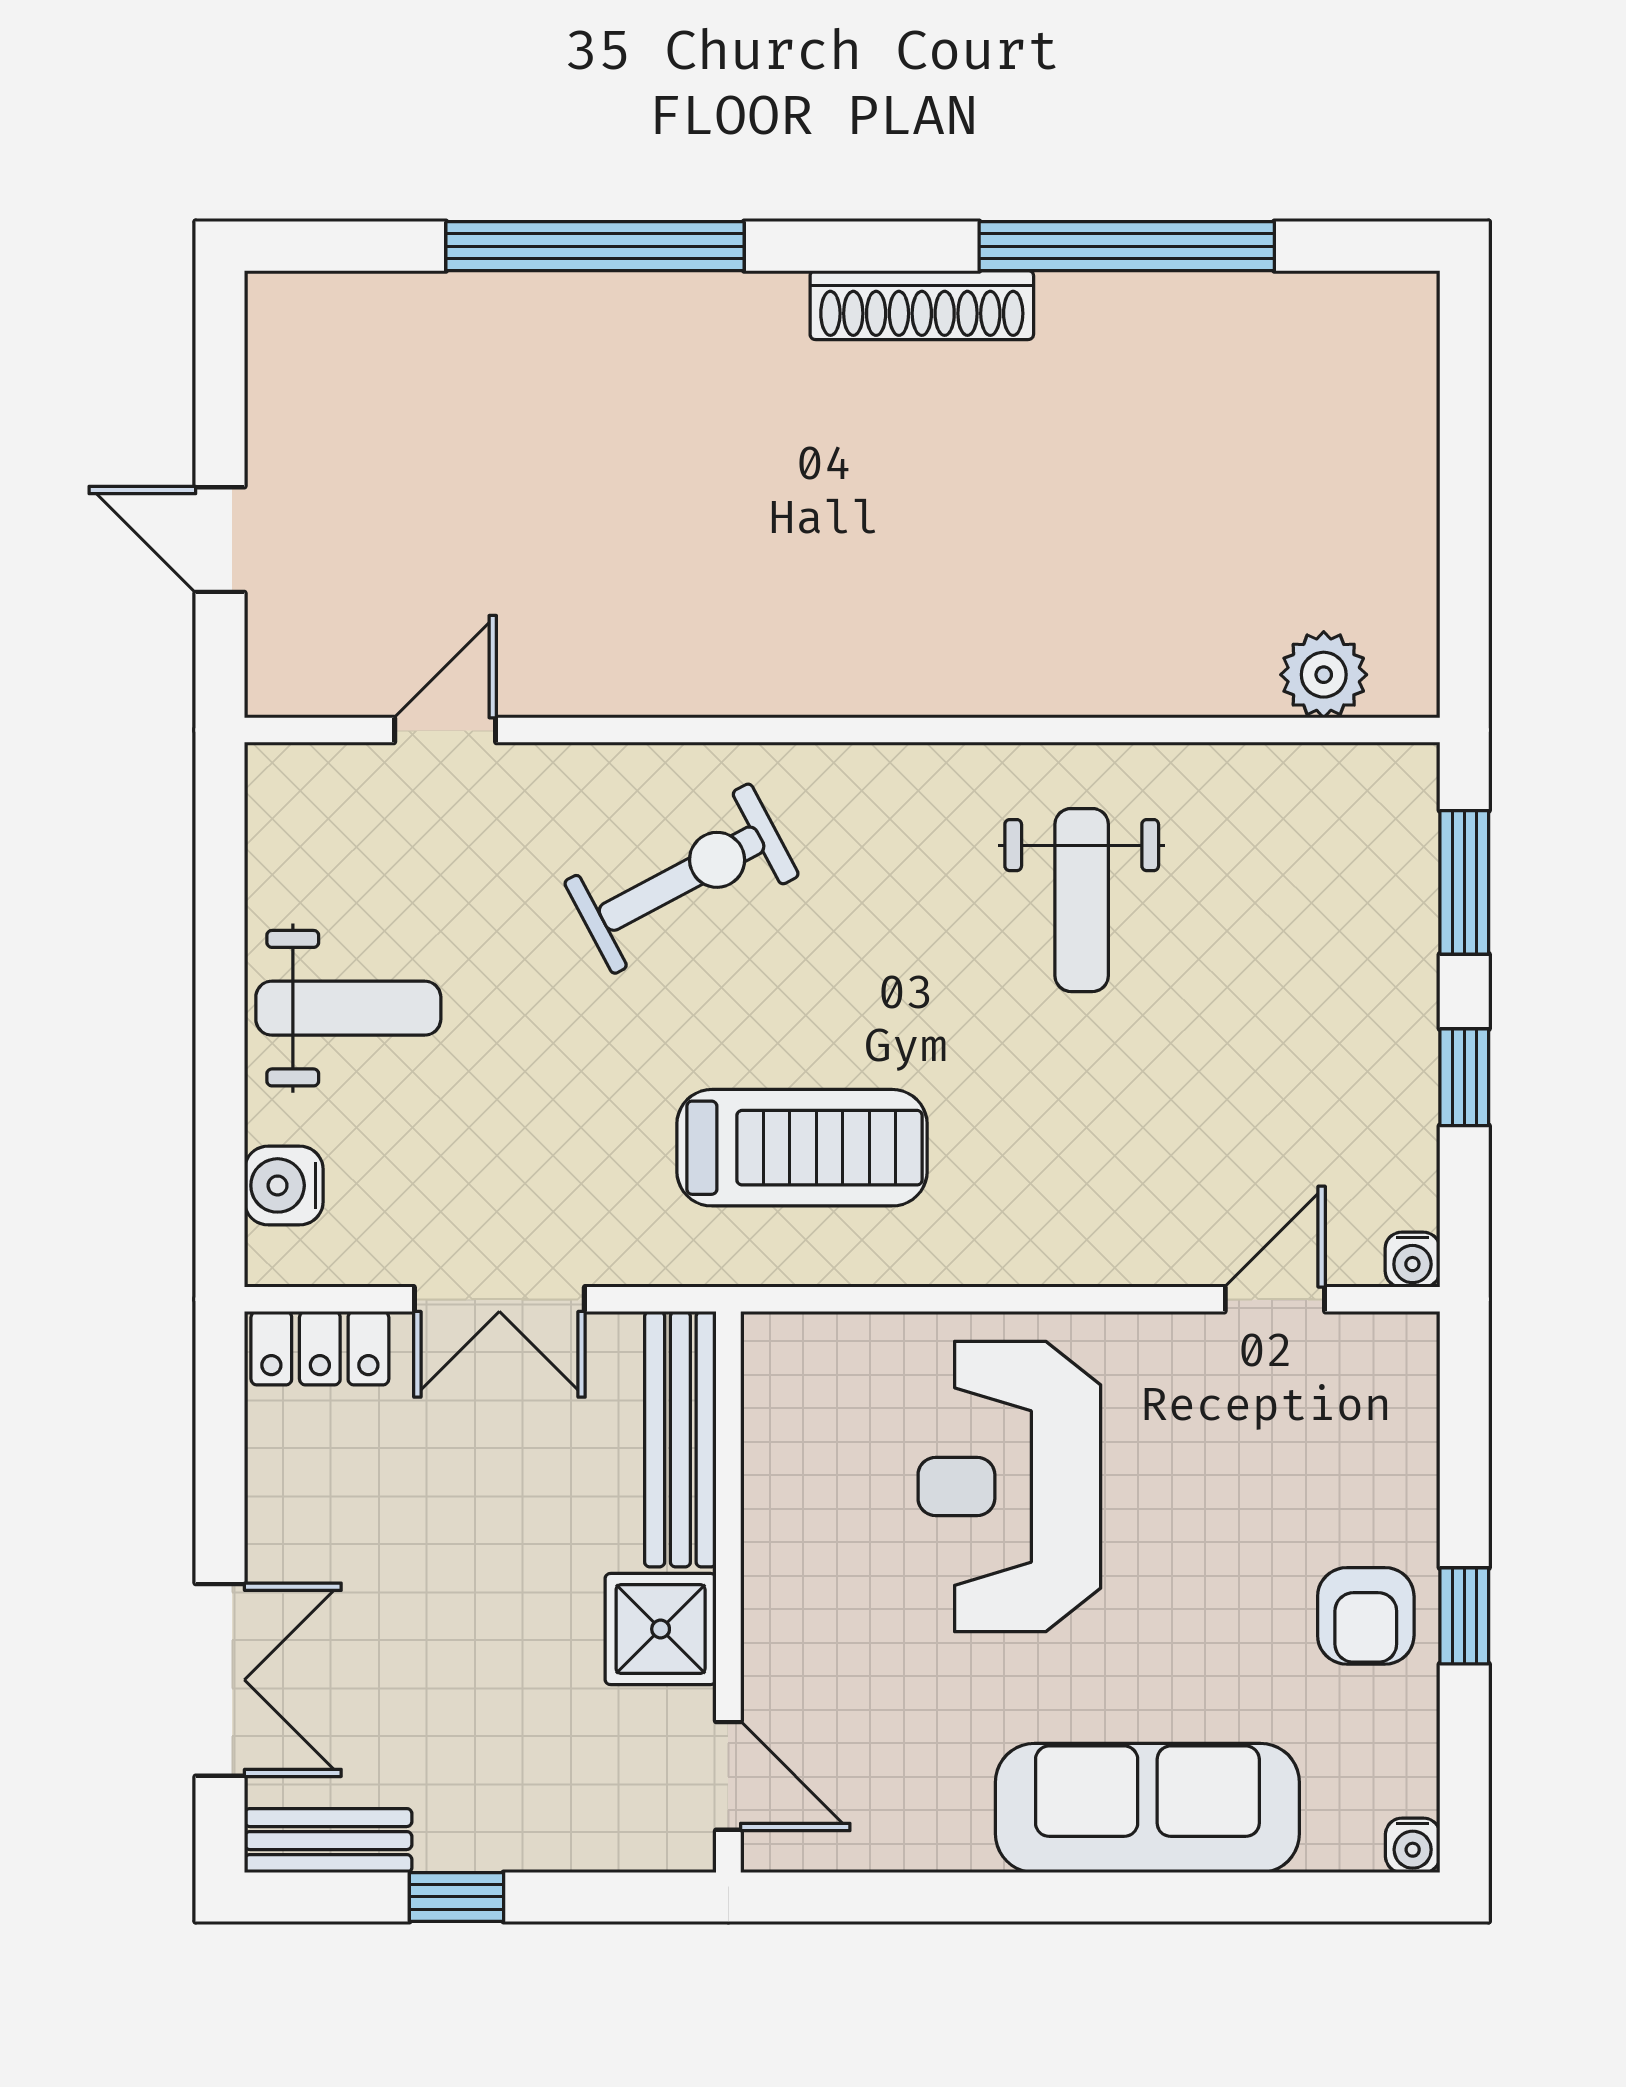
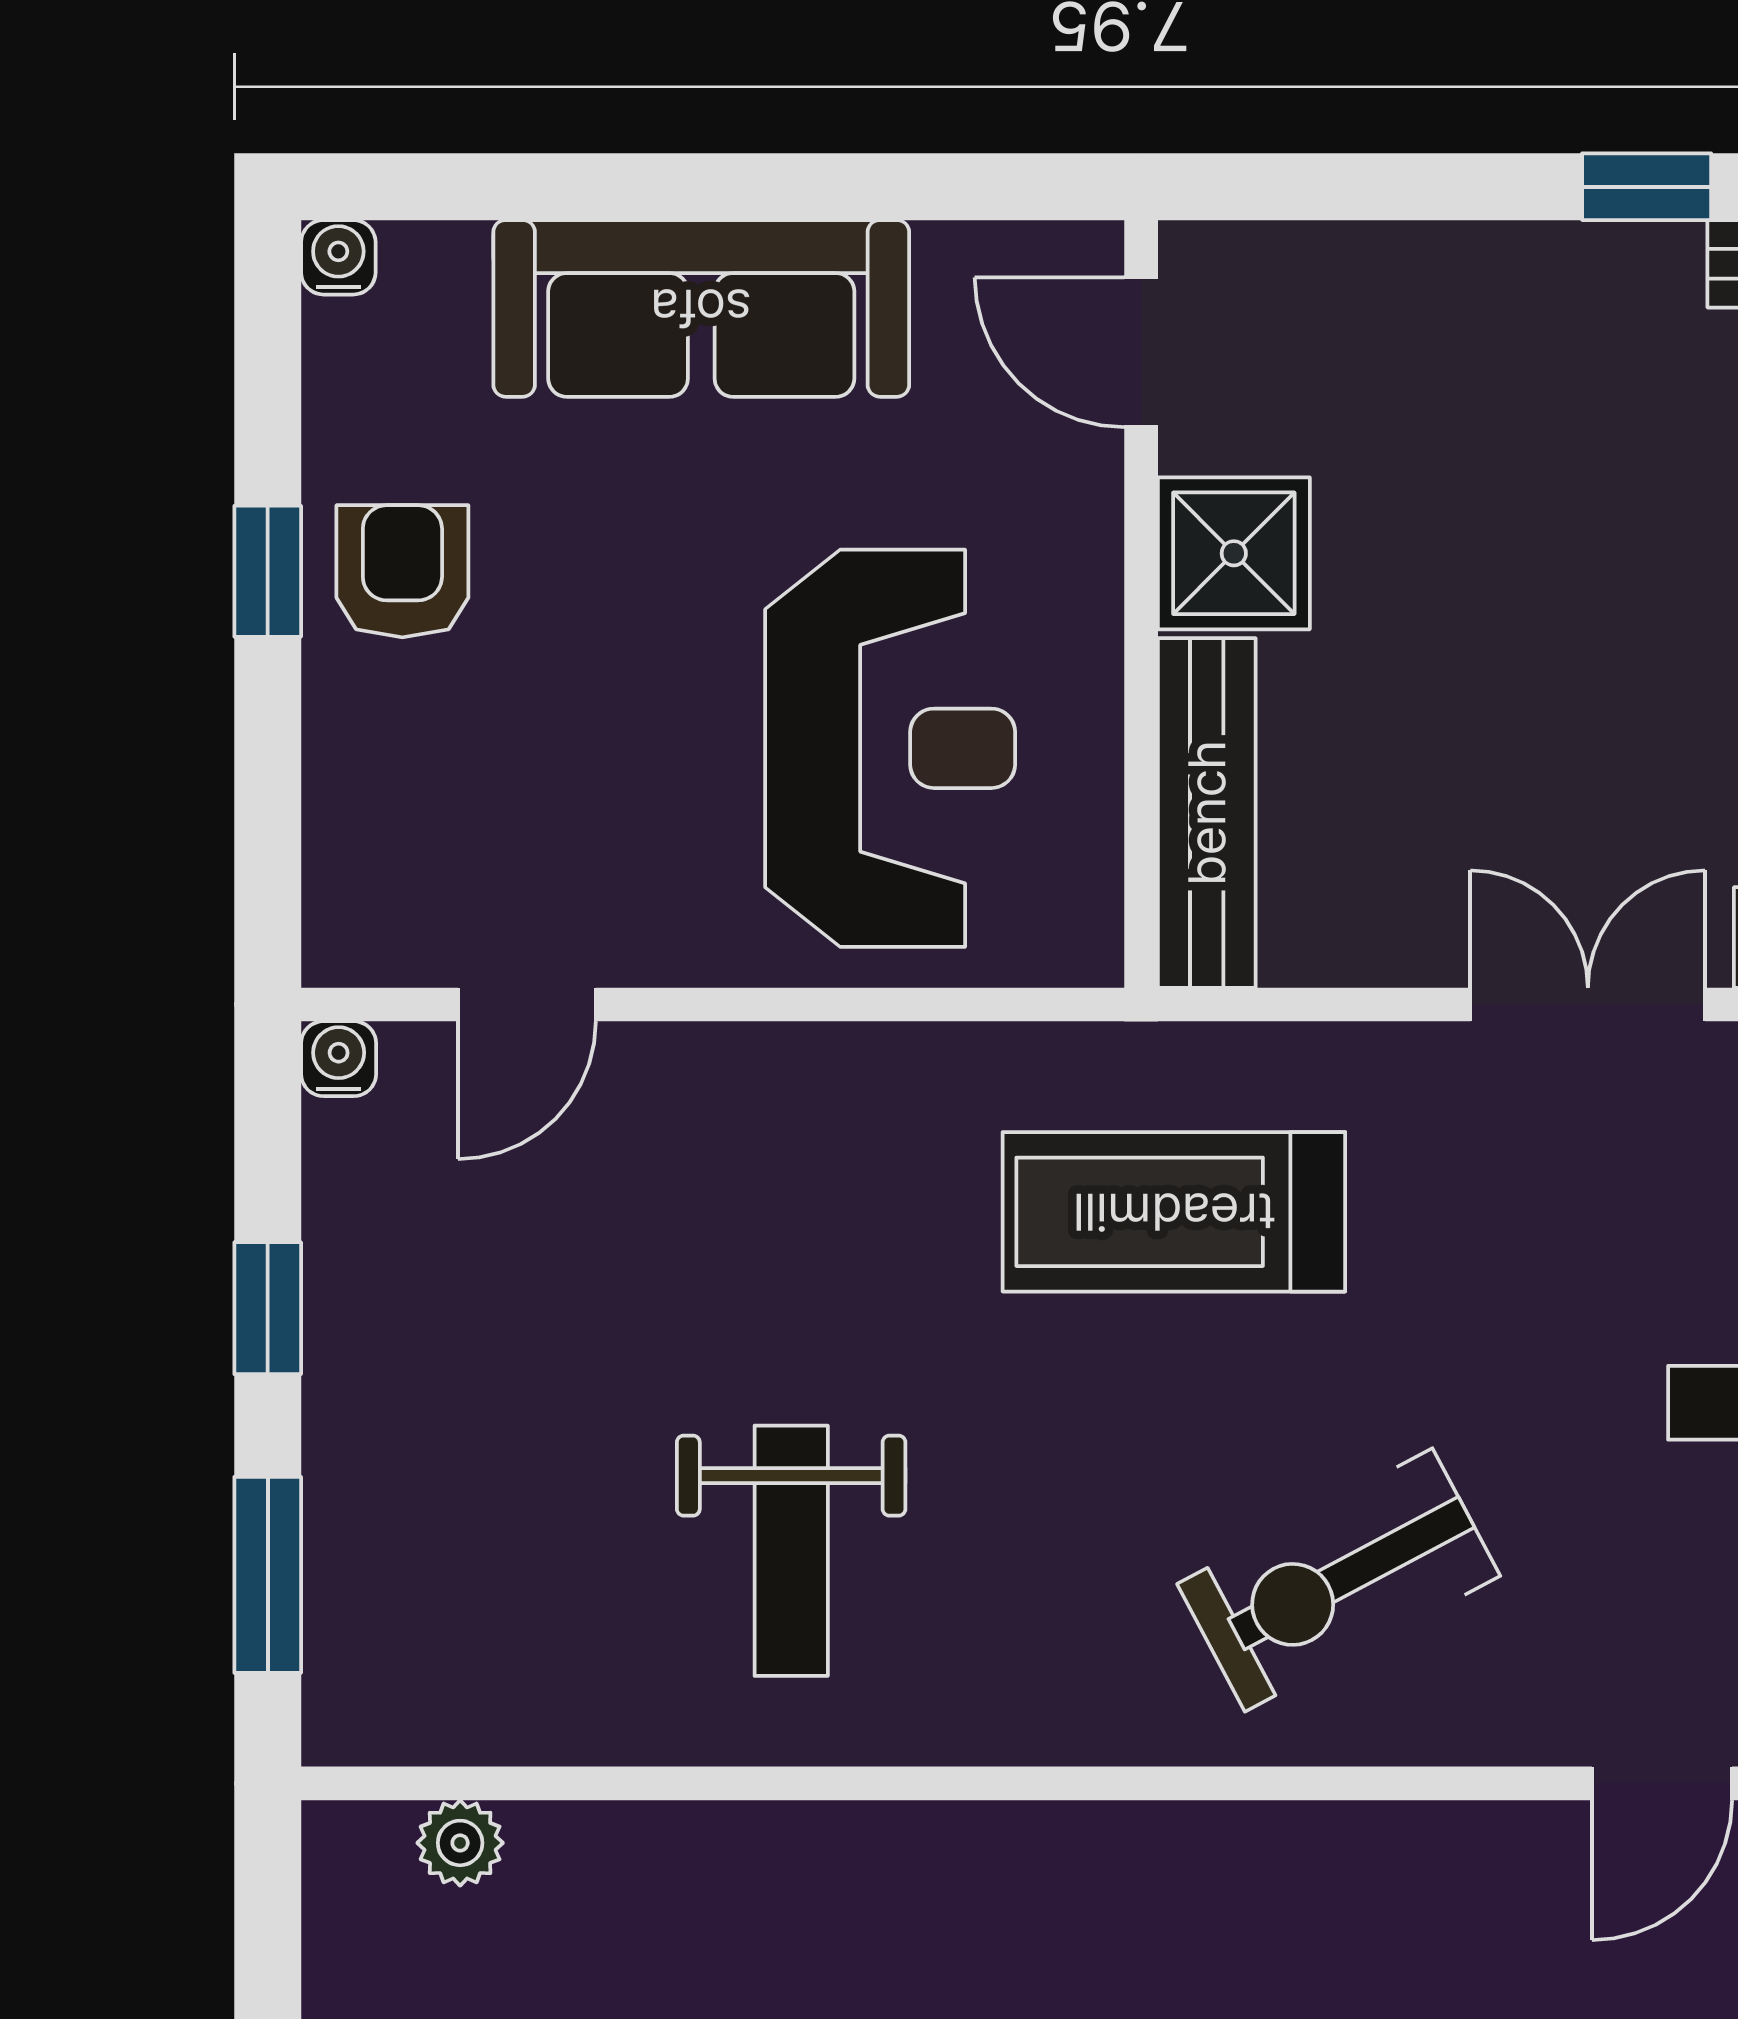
plant: (1324, 675) -> (460, 1843), width x0.73, depth x0.73
weight bench: (1082, 900) -> (791, 1551), turned 180
bench: (680, 1439) -> (1207, 813), moved
wall: (728, 1592) -> (1141, 604), moved
shower: (661, 1629) -> (1234, 553), moved
door: (728, 1776) -> (1141, 352), moved

